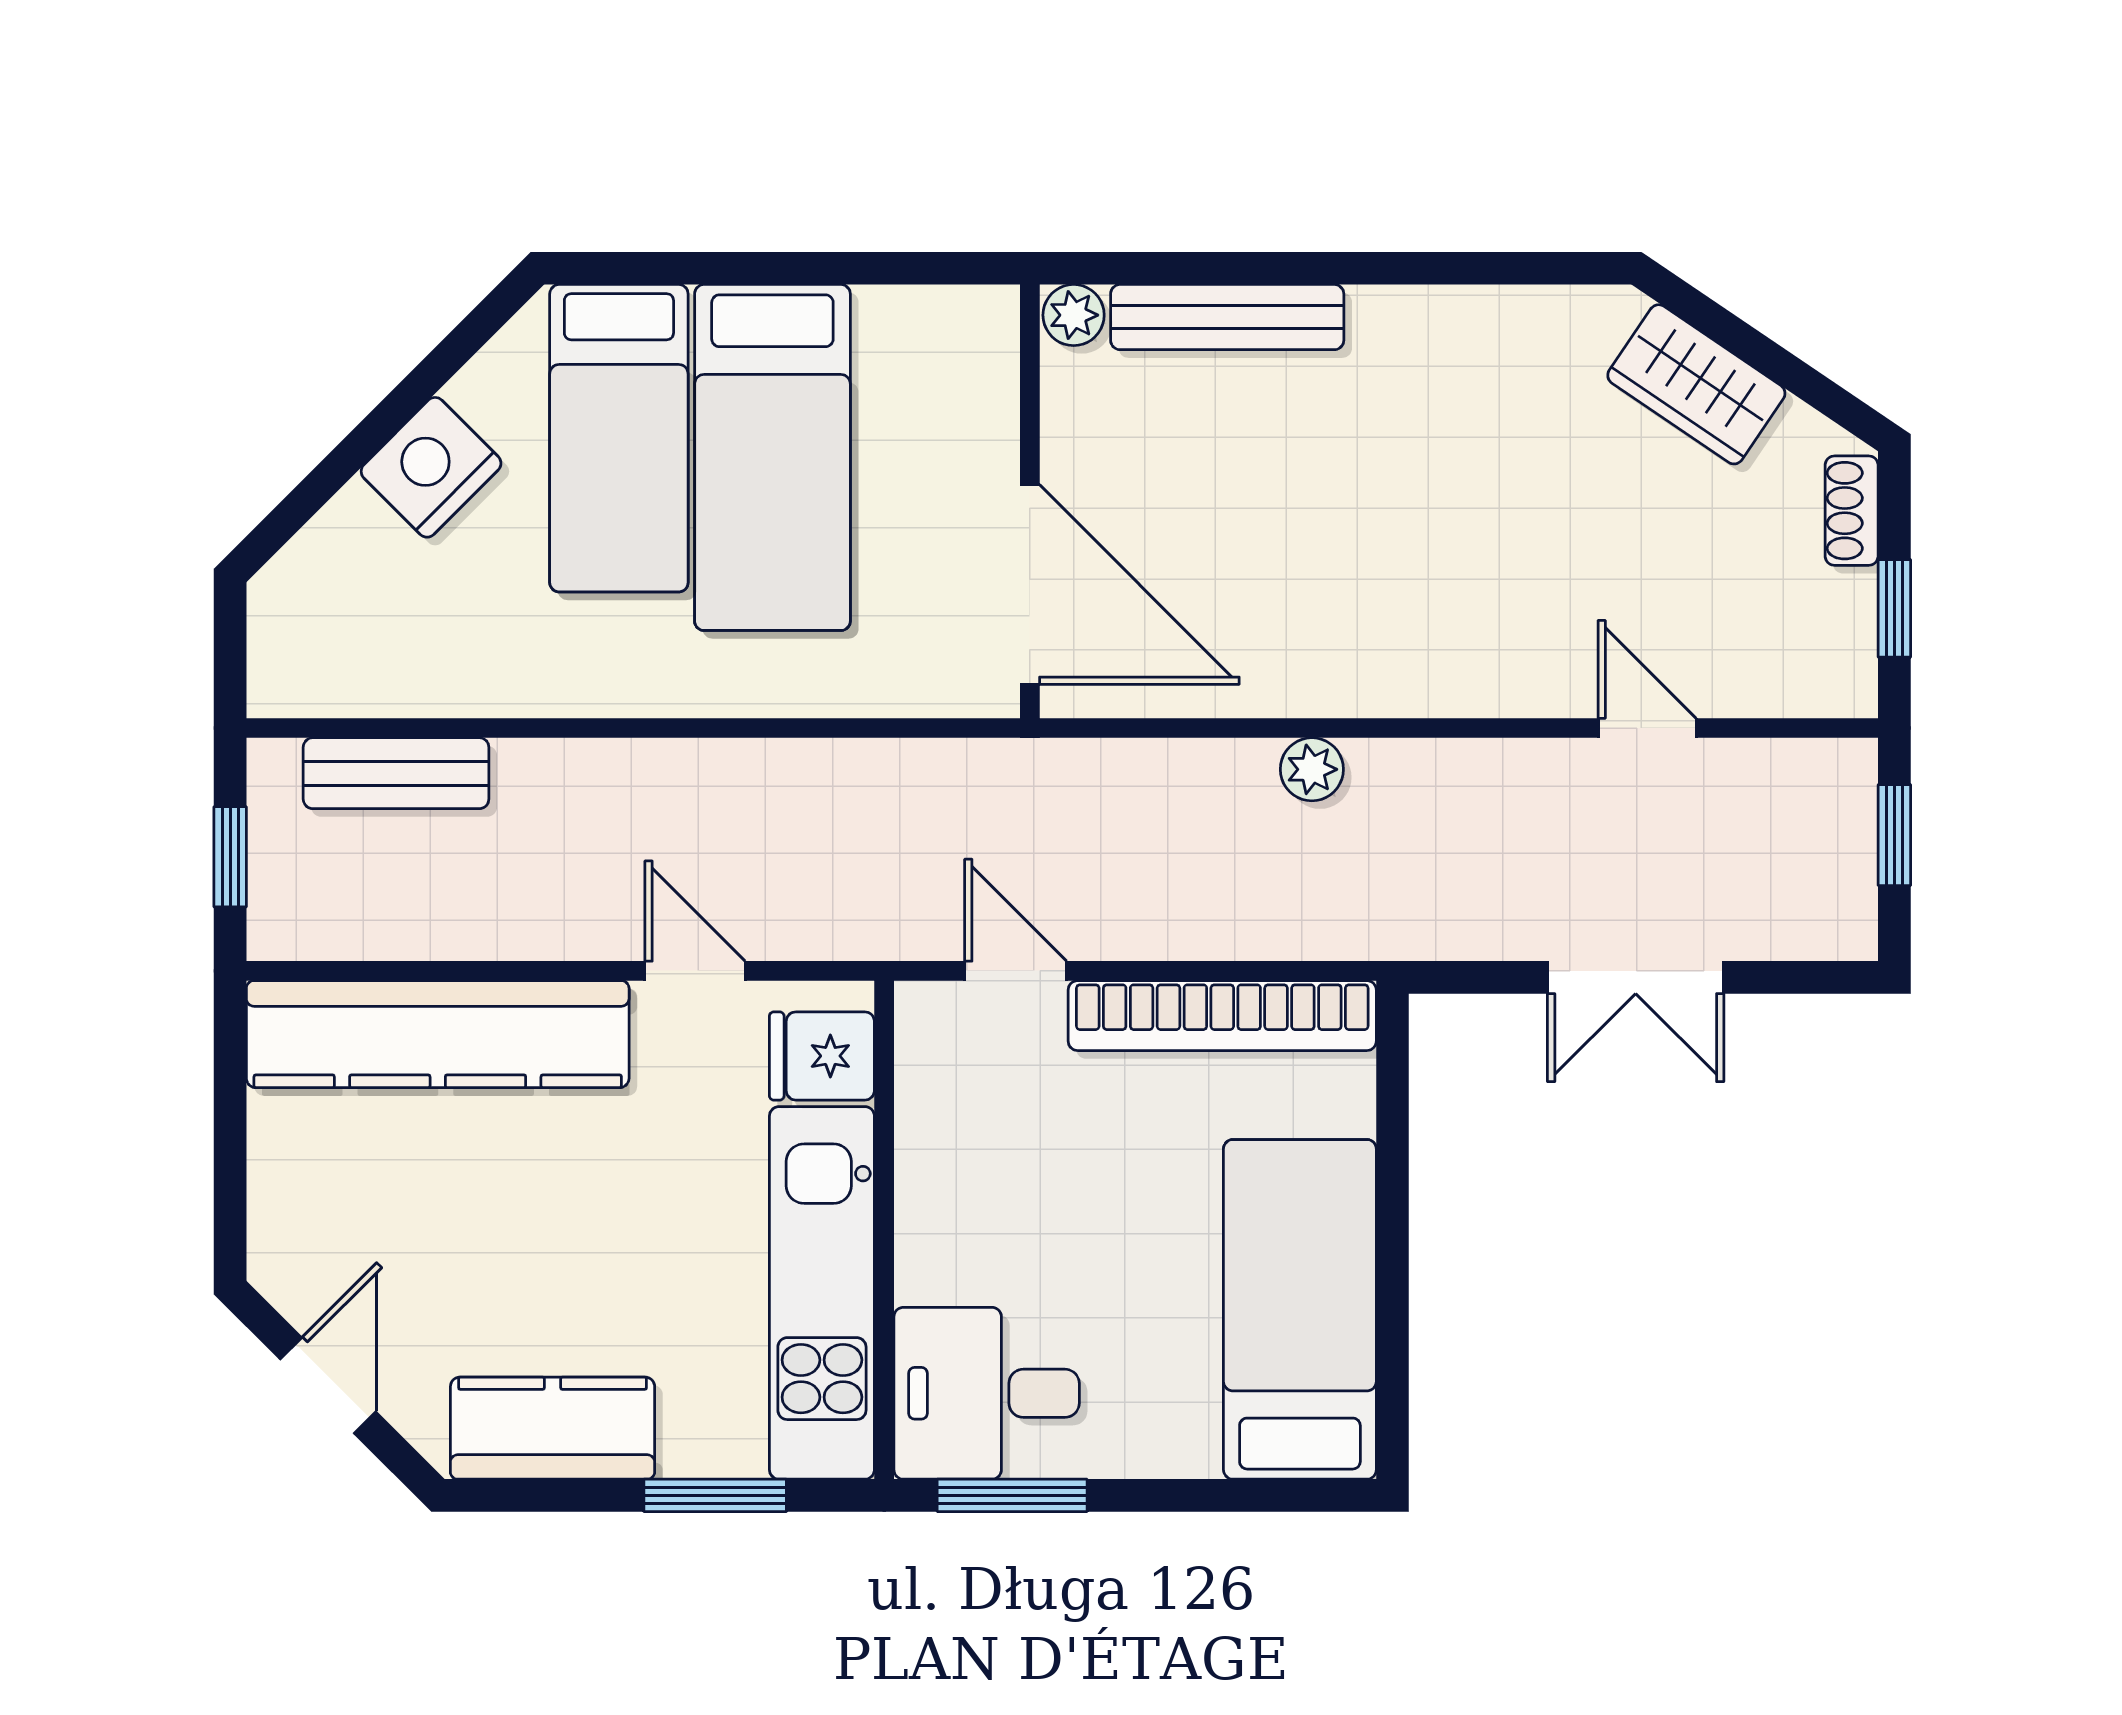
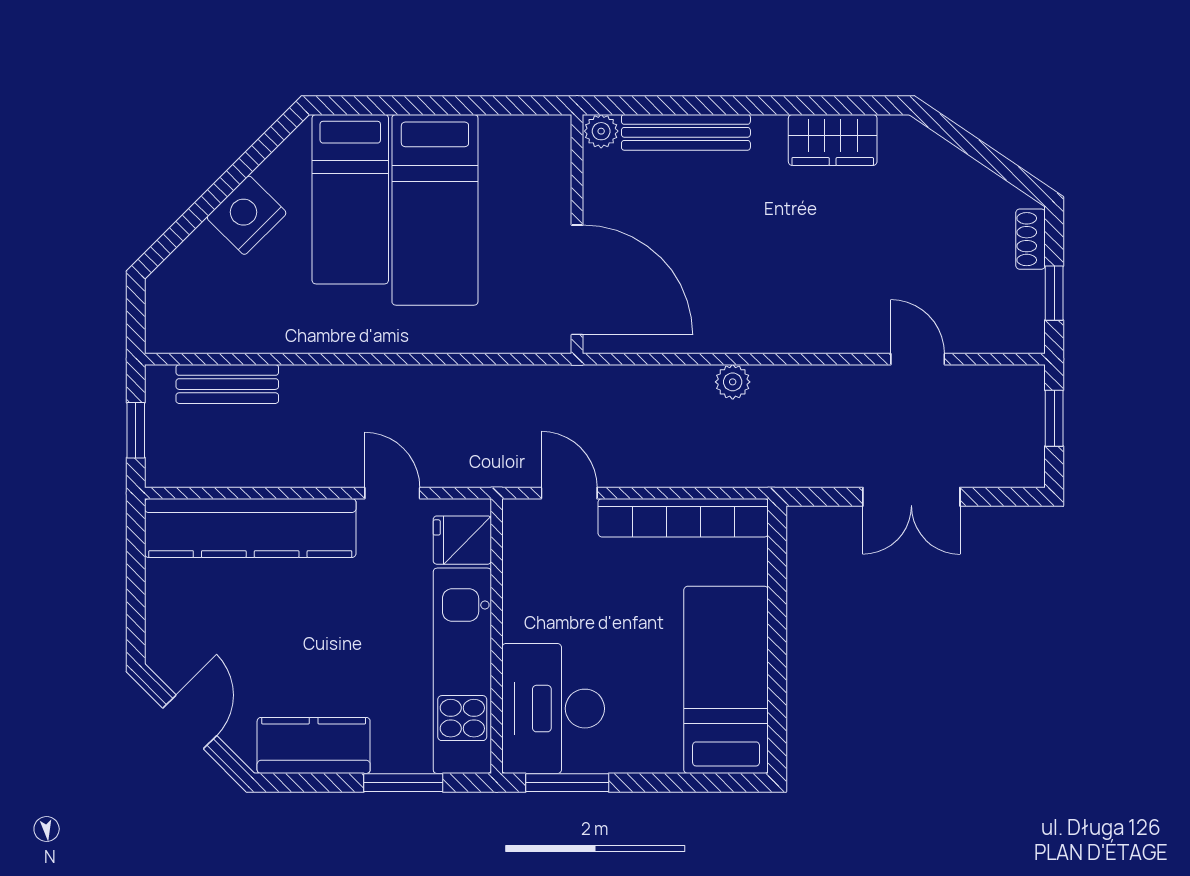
wardrobe: (1696, 384) -> (833, 140), moved, turned -34
desk: (987, 1393) -> (553, 709), width x1.37

